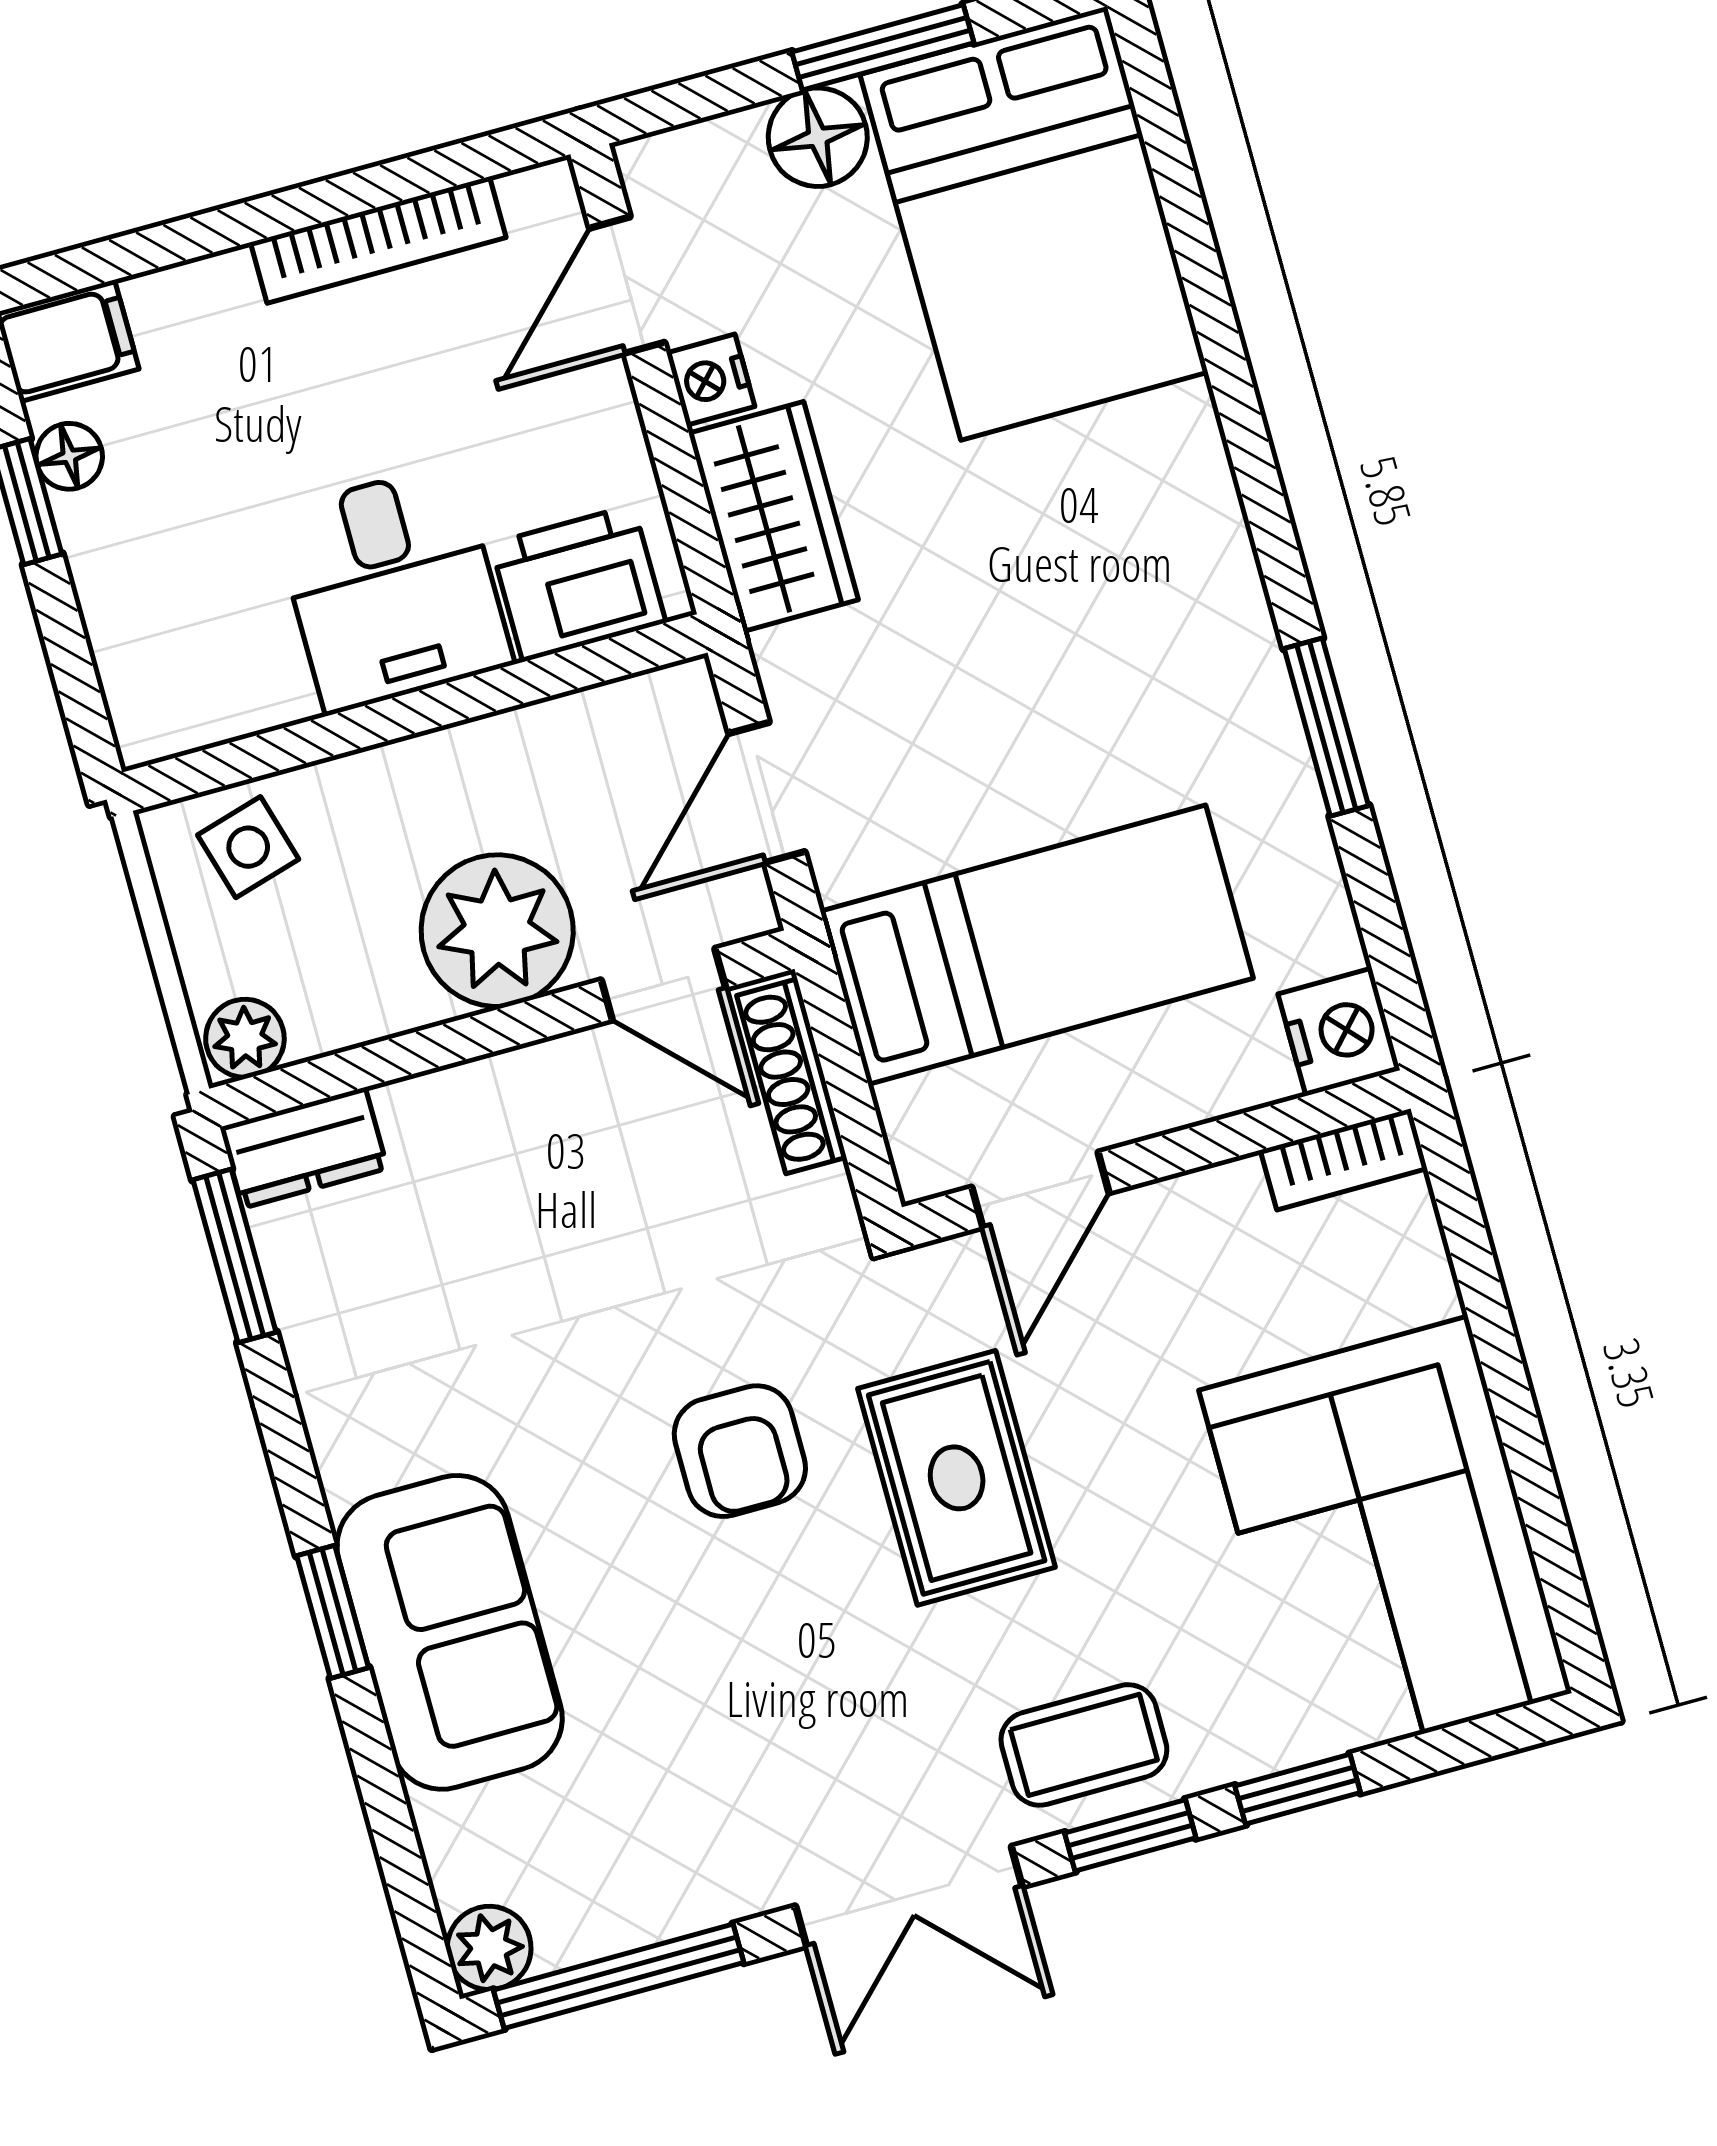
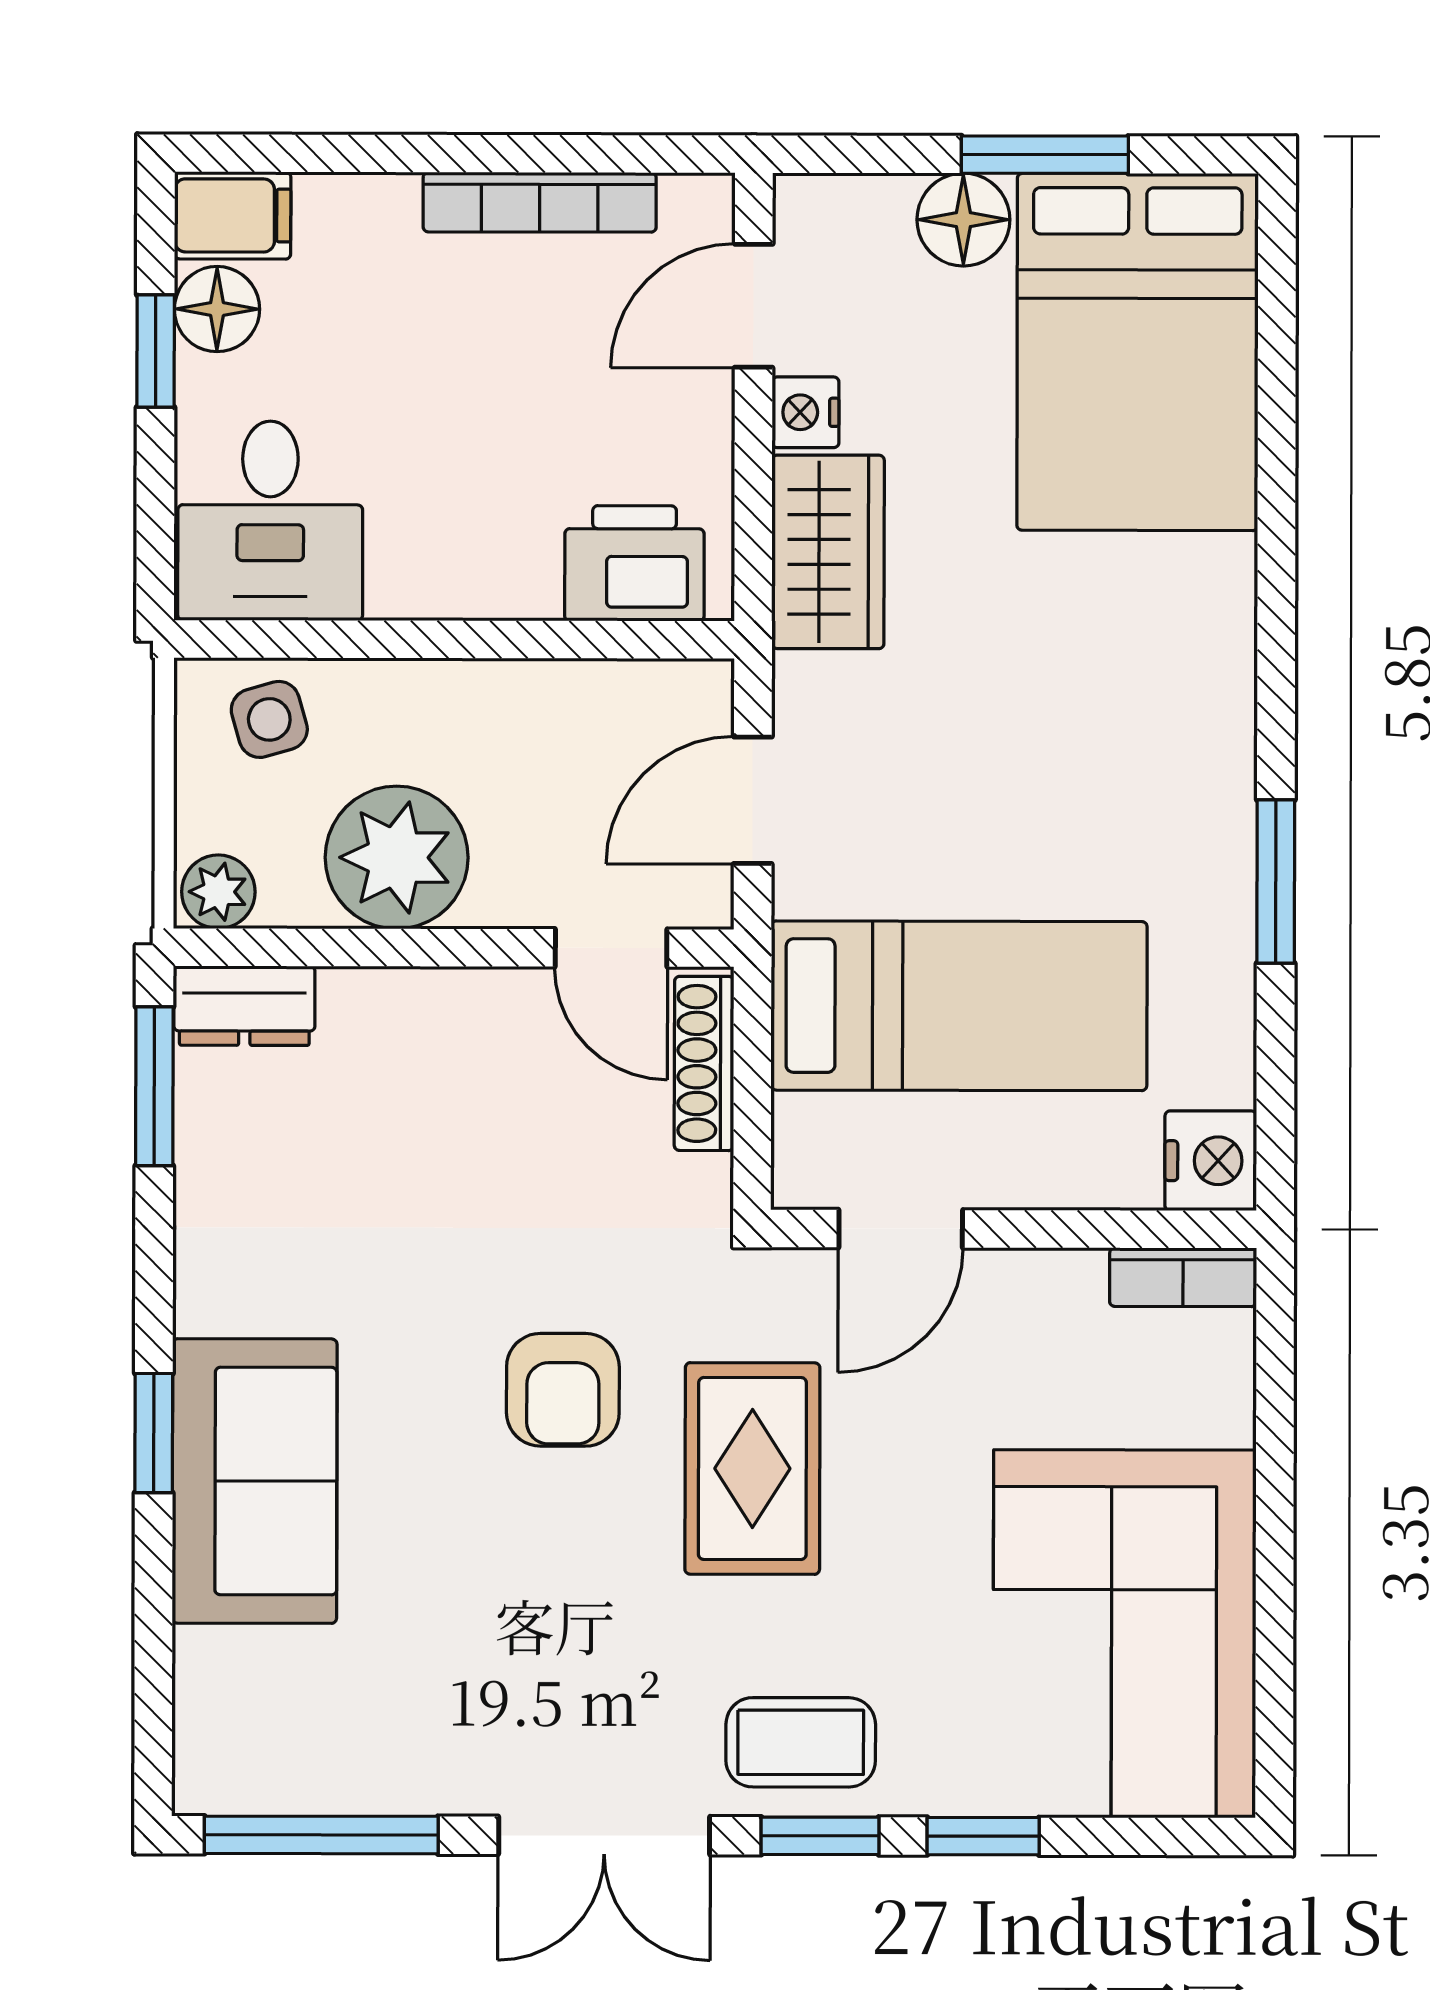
floor lamp: (69, 456) -> (217, 309), width x1.37, depth x1.37
desk: (392, 588) -> (270, 521), moved
plant: (497, 931) -> (397, 857), moved
plant: (489, 1948) -> (211, 1777), removed

